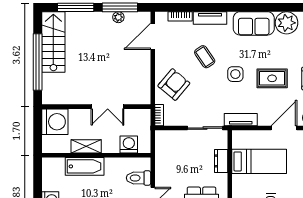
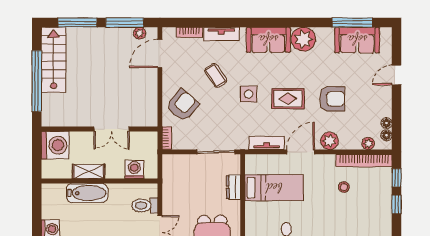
plant: (118, 17) -> (140, 33), moved
tv unit: (241, 120) -> (267, 143), moved

